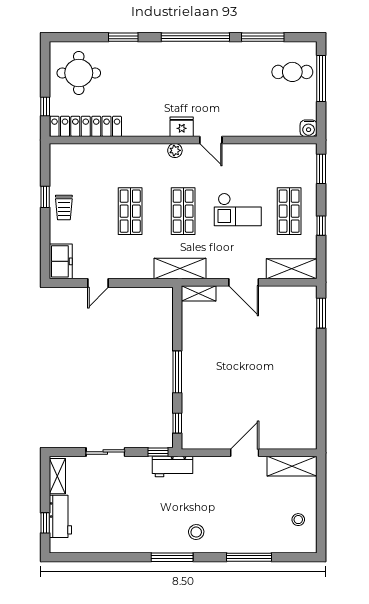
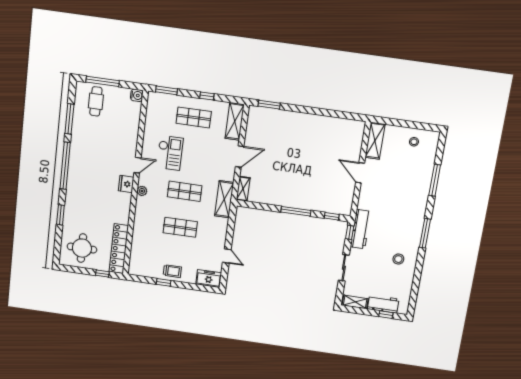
checkout: (238, 209) -> (170, 153), moved
workbench: (172, 467) -> (361, 229), width x1.38
stool: (196, 532) -> (398, 259), moved

